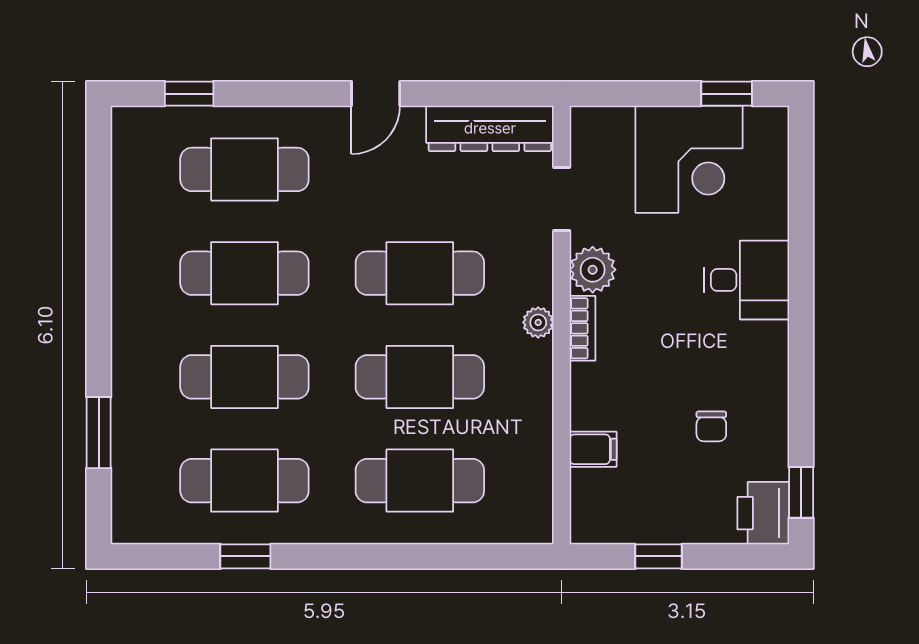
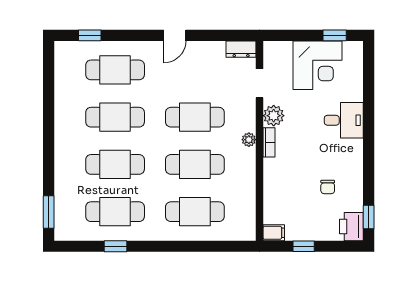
dresser: (490, 128) -> (241, 49), width x0.51, depth x0.80
window: (99, 433) -> (49, 212), moved
filing cabinet: (593, 449) -> (274, 233), moved

